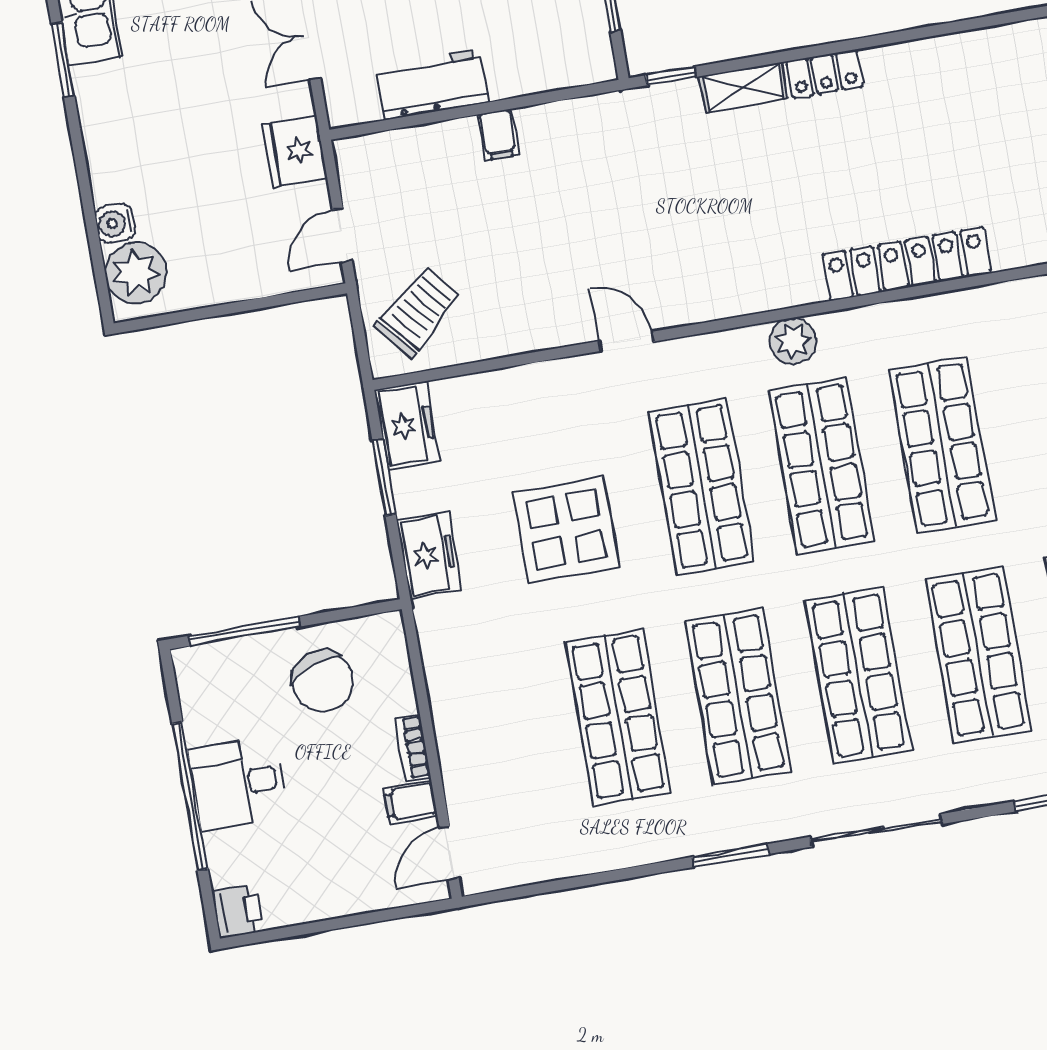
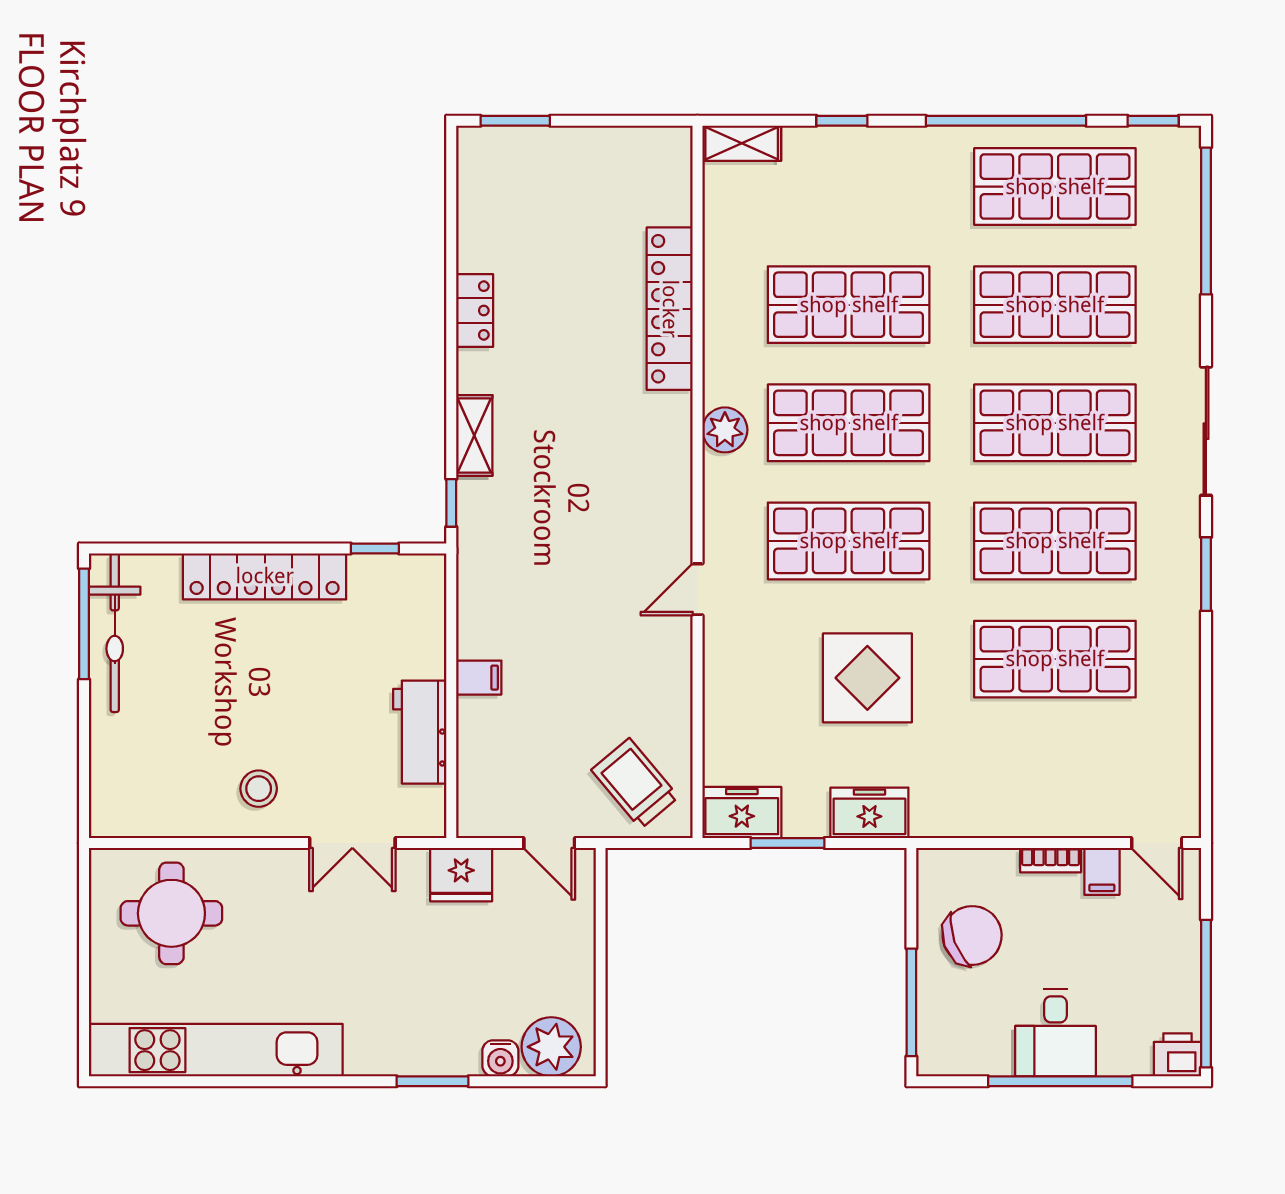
window: (63, 60) -> (432, 1081), moved
locker: (825, 74) -> (475, 311), moved
window: (305, 929) -> (1206, 994), added

